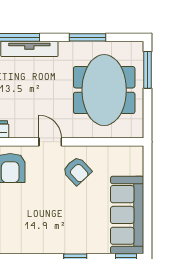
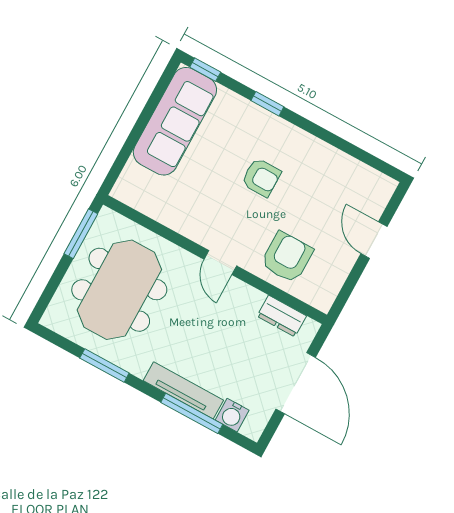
window: (148, 70) -> (81, 234), moved
armchair: (77, 171) -> (261, 177), moved, turned 133

